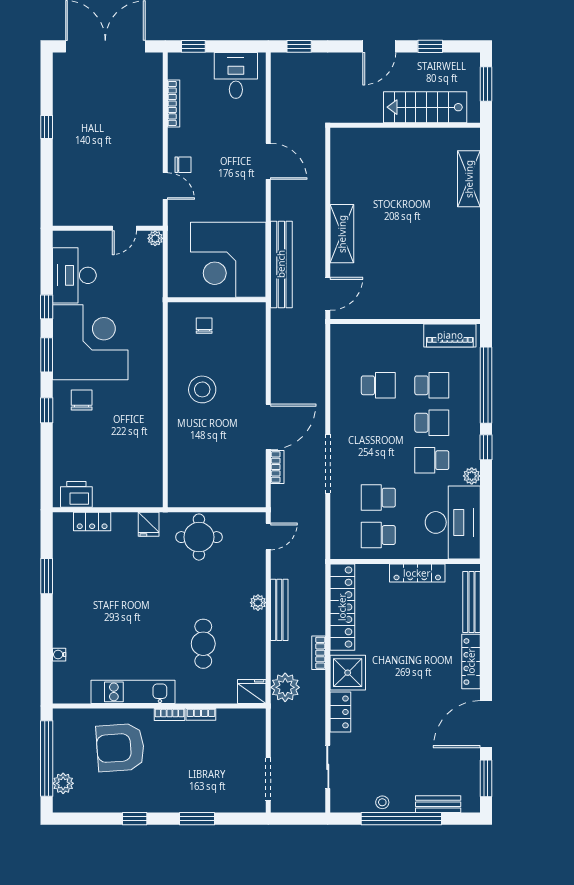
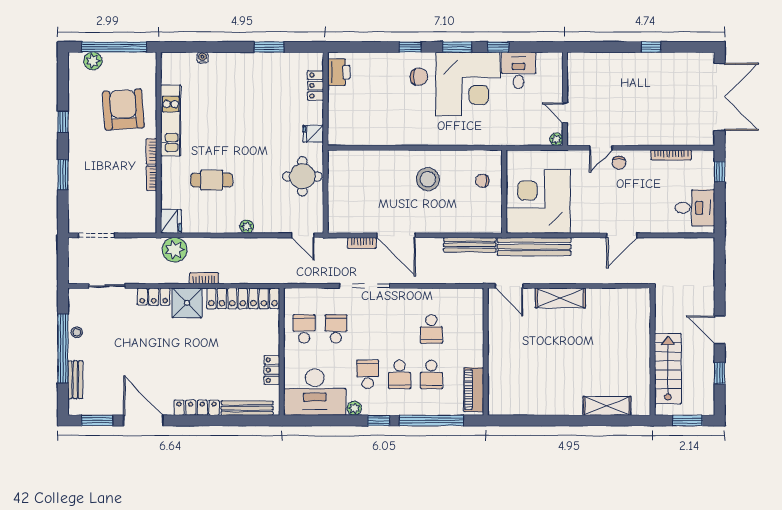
window: (299, 46) -> (720, 262), removed
desk: (74, 275) -> (518, 70), width x0.73
chair: (204, 326) -> (482, 181), turned 180
locker: (417, 573) -> (272, 370), width x0.66
bench: (279, 610) -> (470, 245), moved

